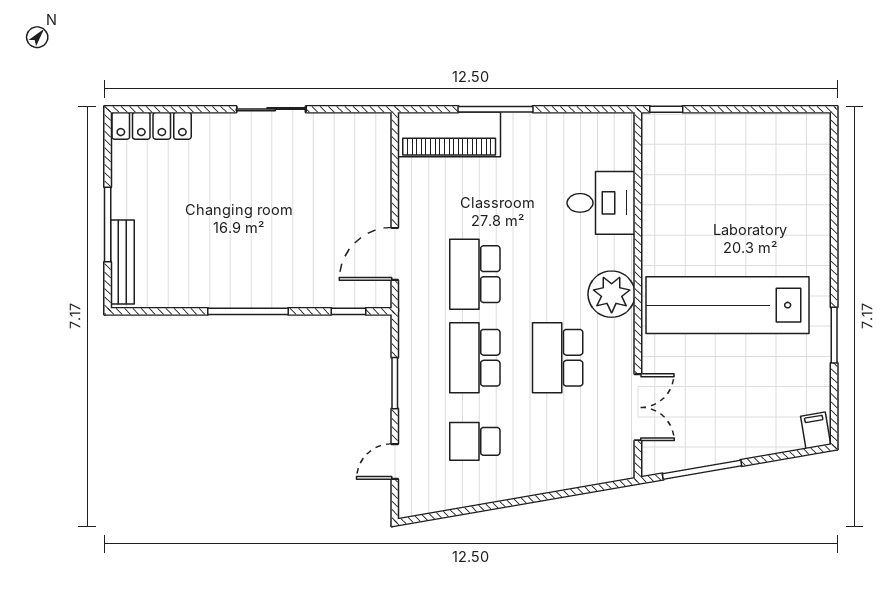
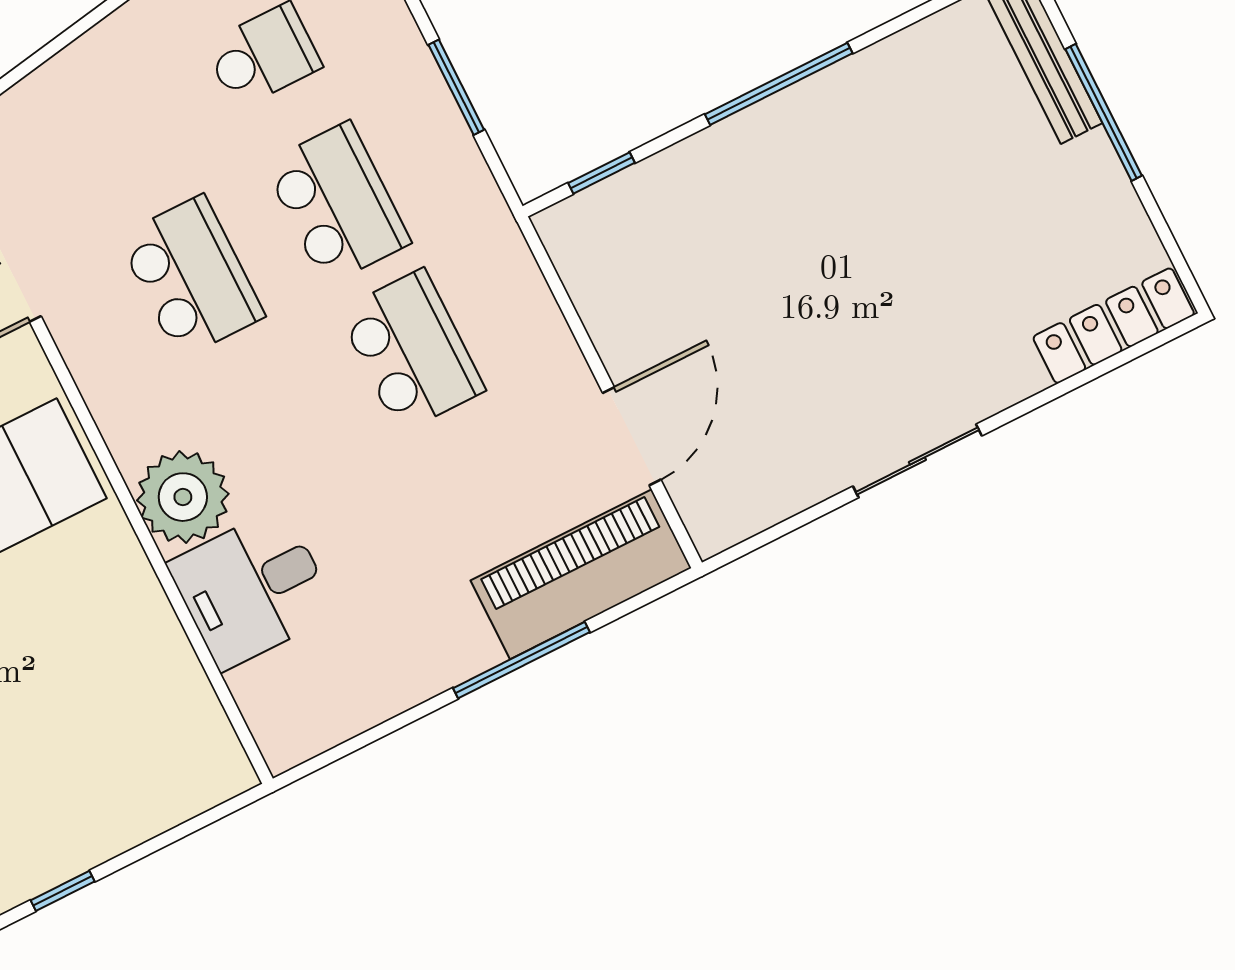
window: (666, 109) -> (63, 891), moved
door: (395, 254) -> (632, 436), moved
plant: (612, 294) -> (183, 497), moved

